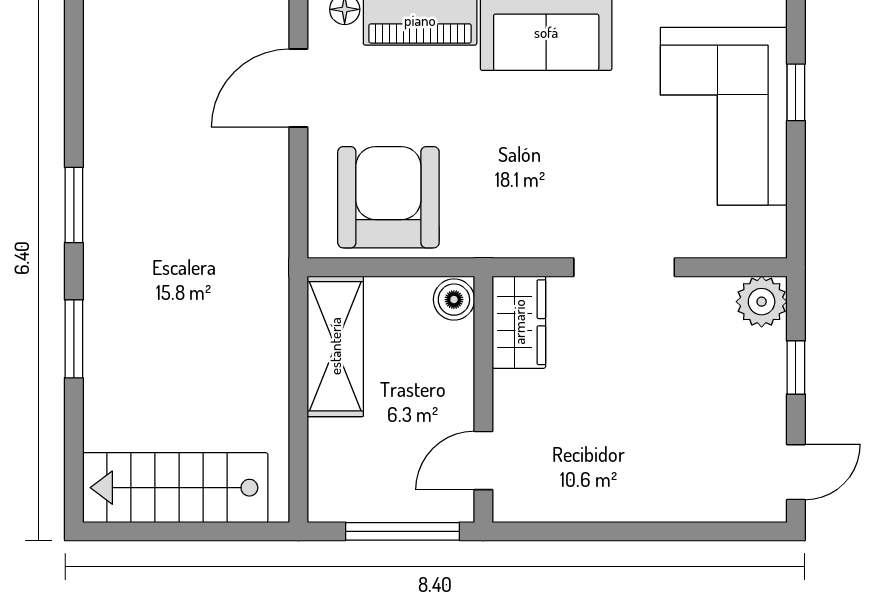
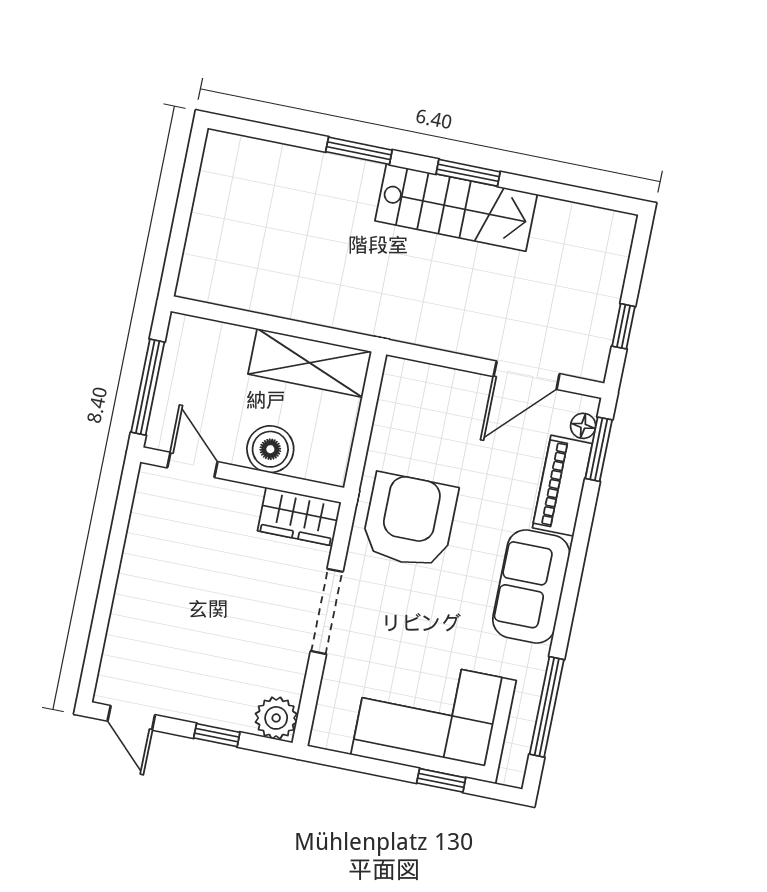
door: (298, 88) -> (527, 375), swing flipped
armchair: (388, 197) -> (410, 521), moved, turned -90
boiler: (454, 300) -> (270, 449), moved, width x1.36, depth x1.36
stairs: (175, 488) -> (456, 208), moved, turned 90

